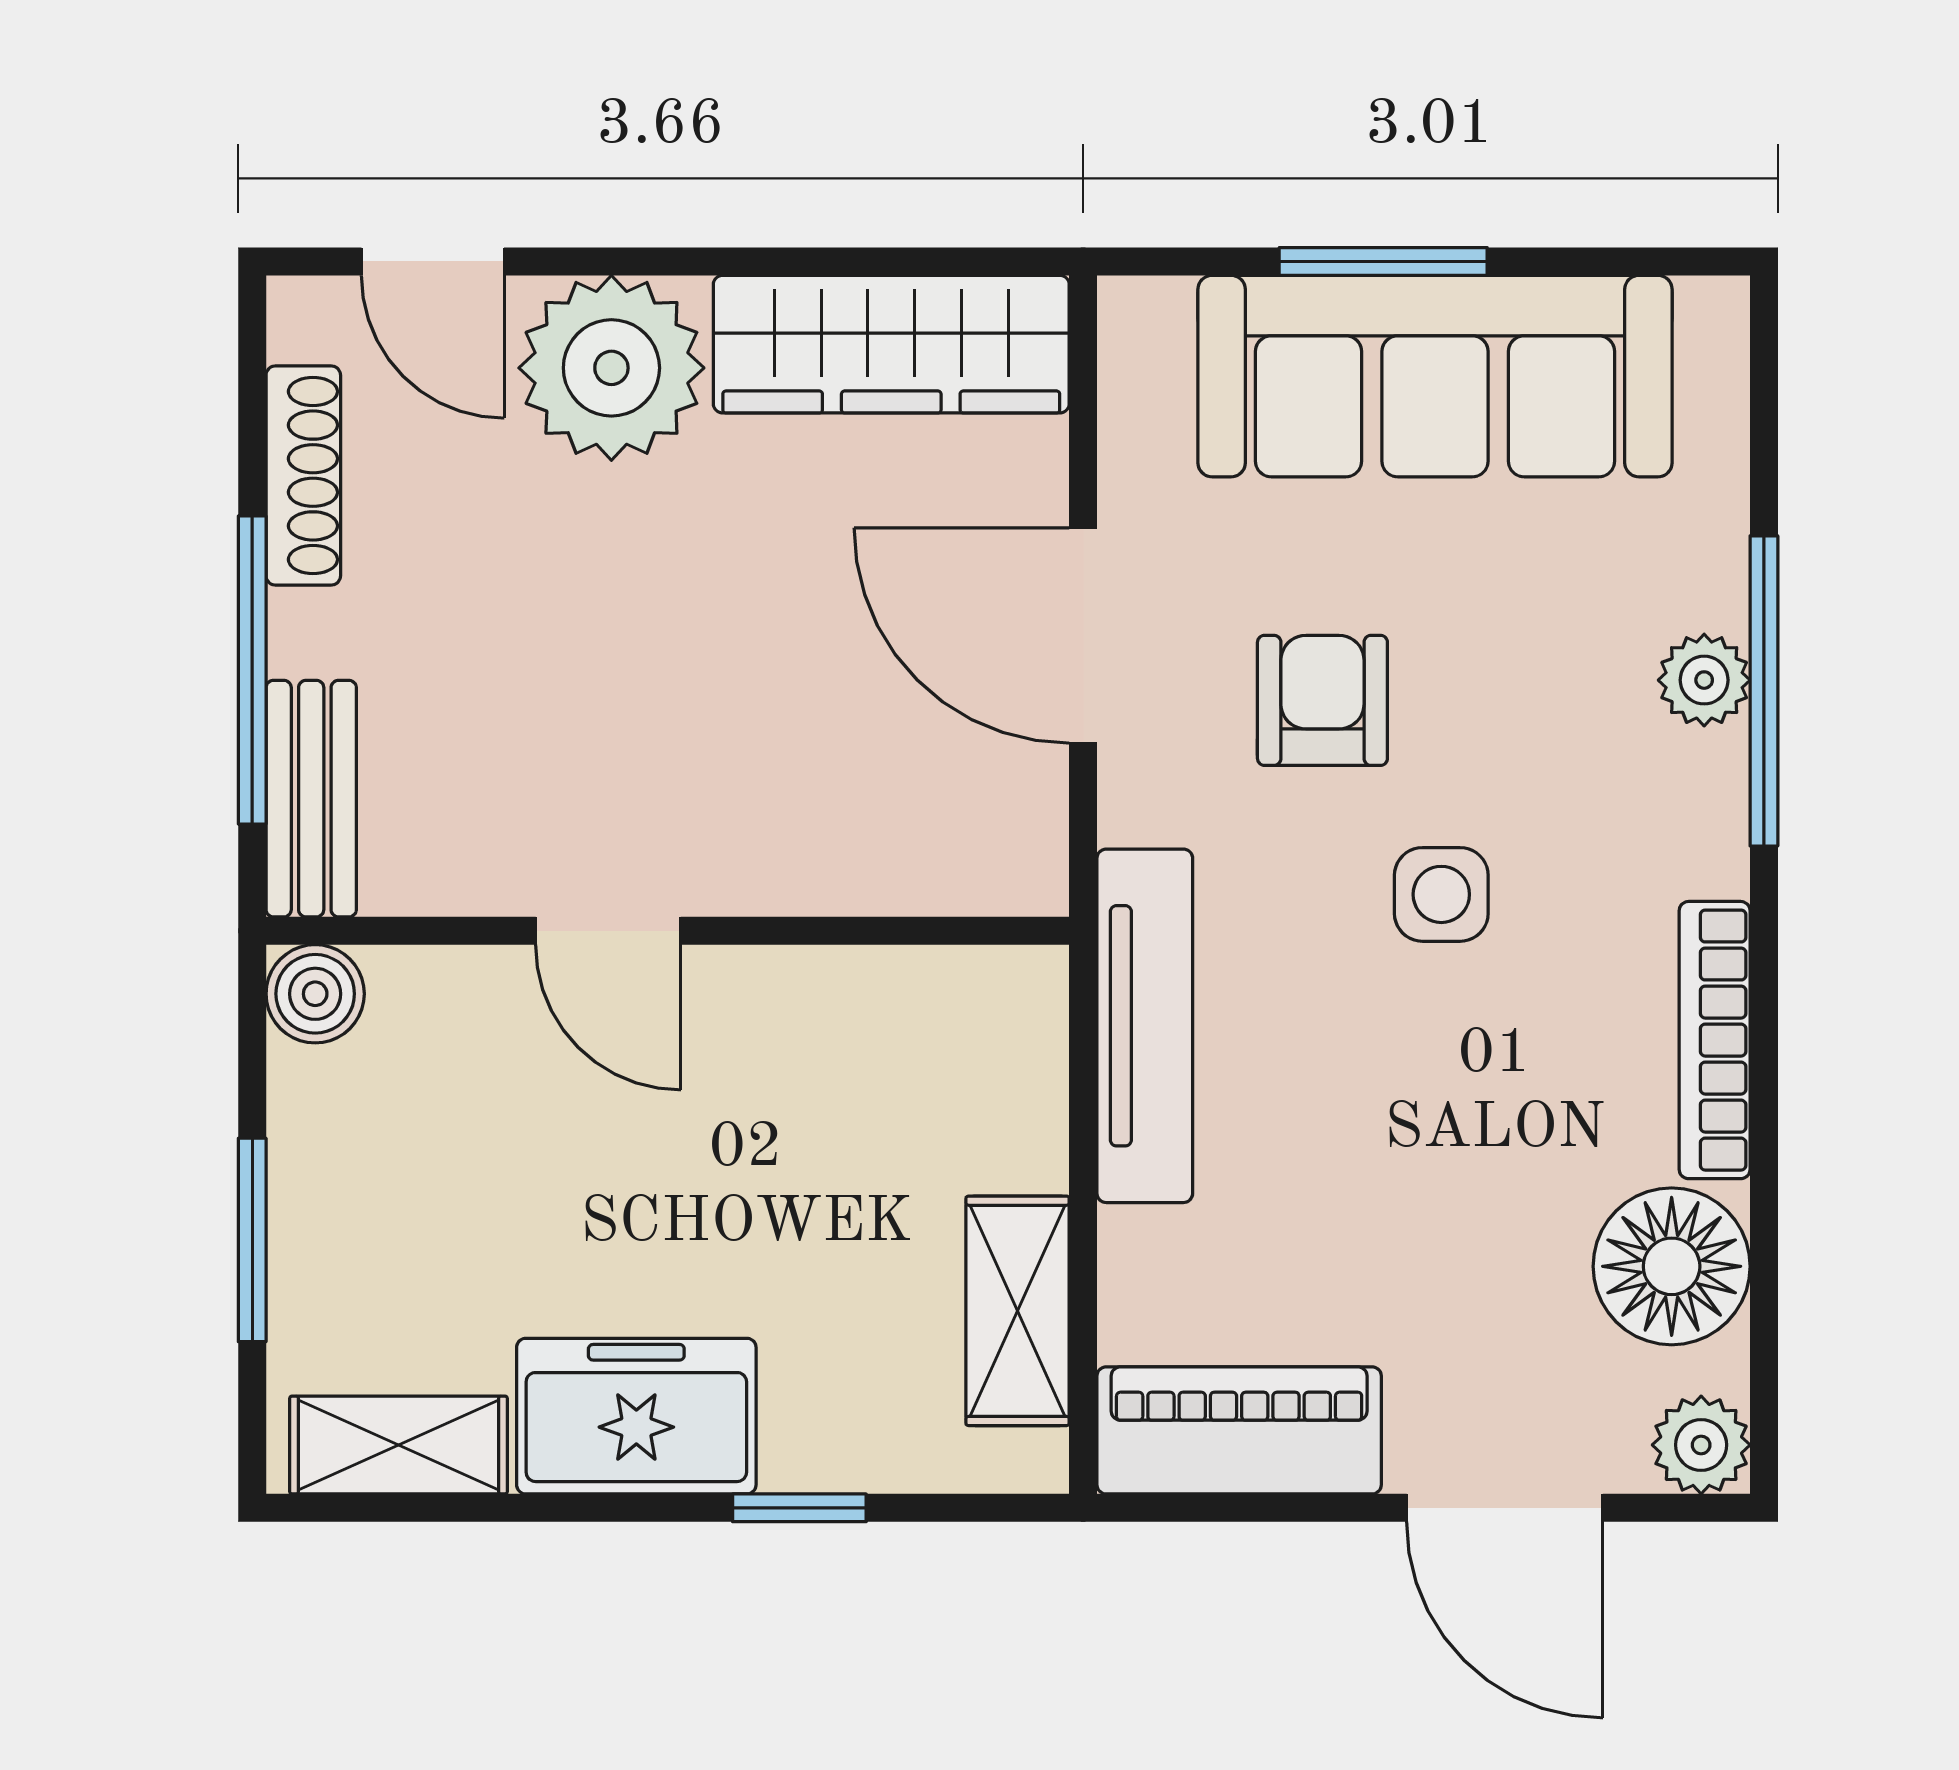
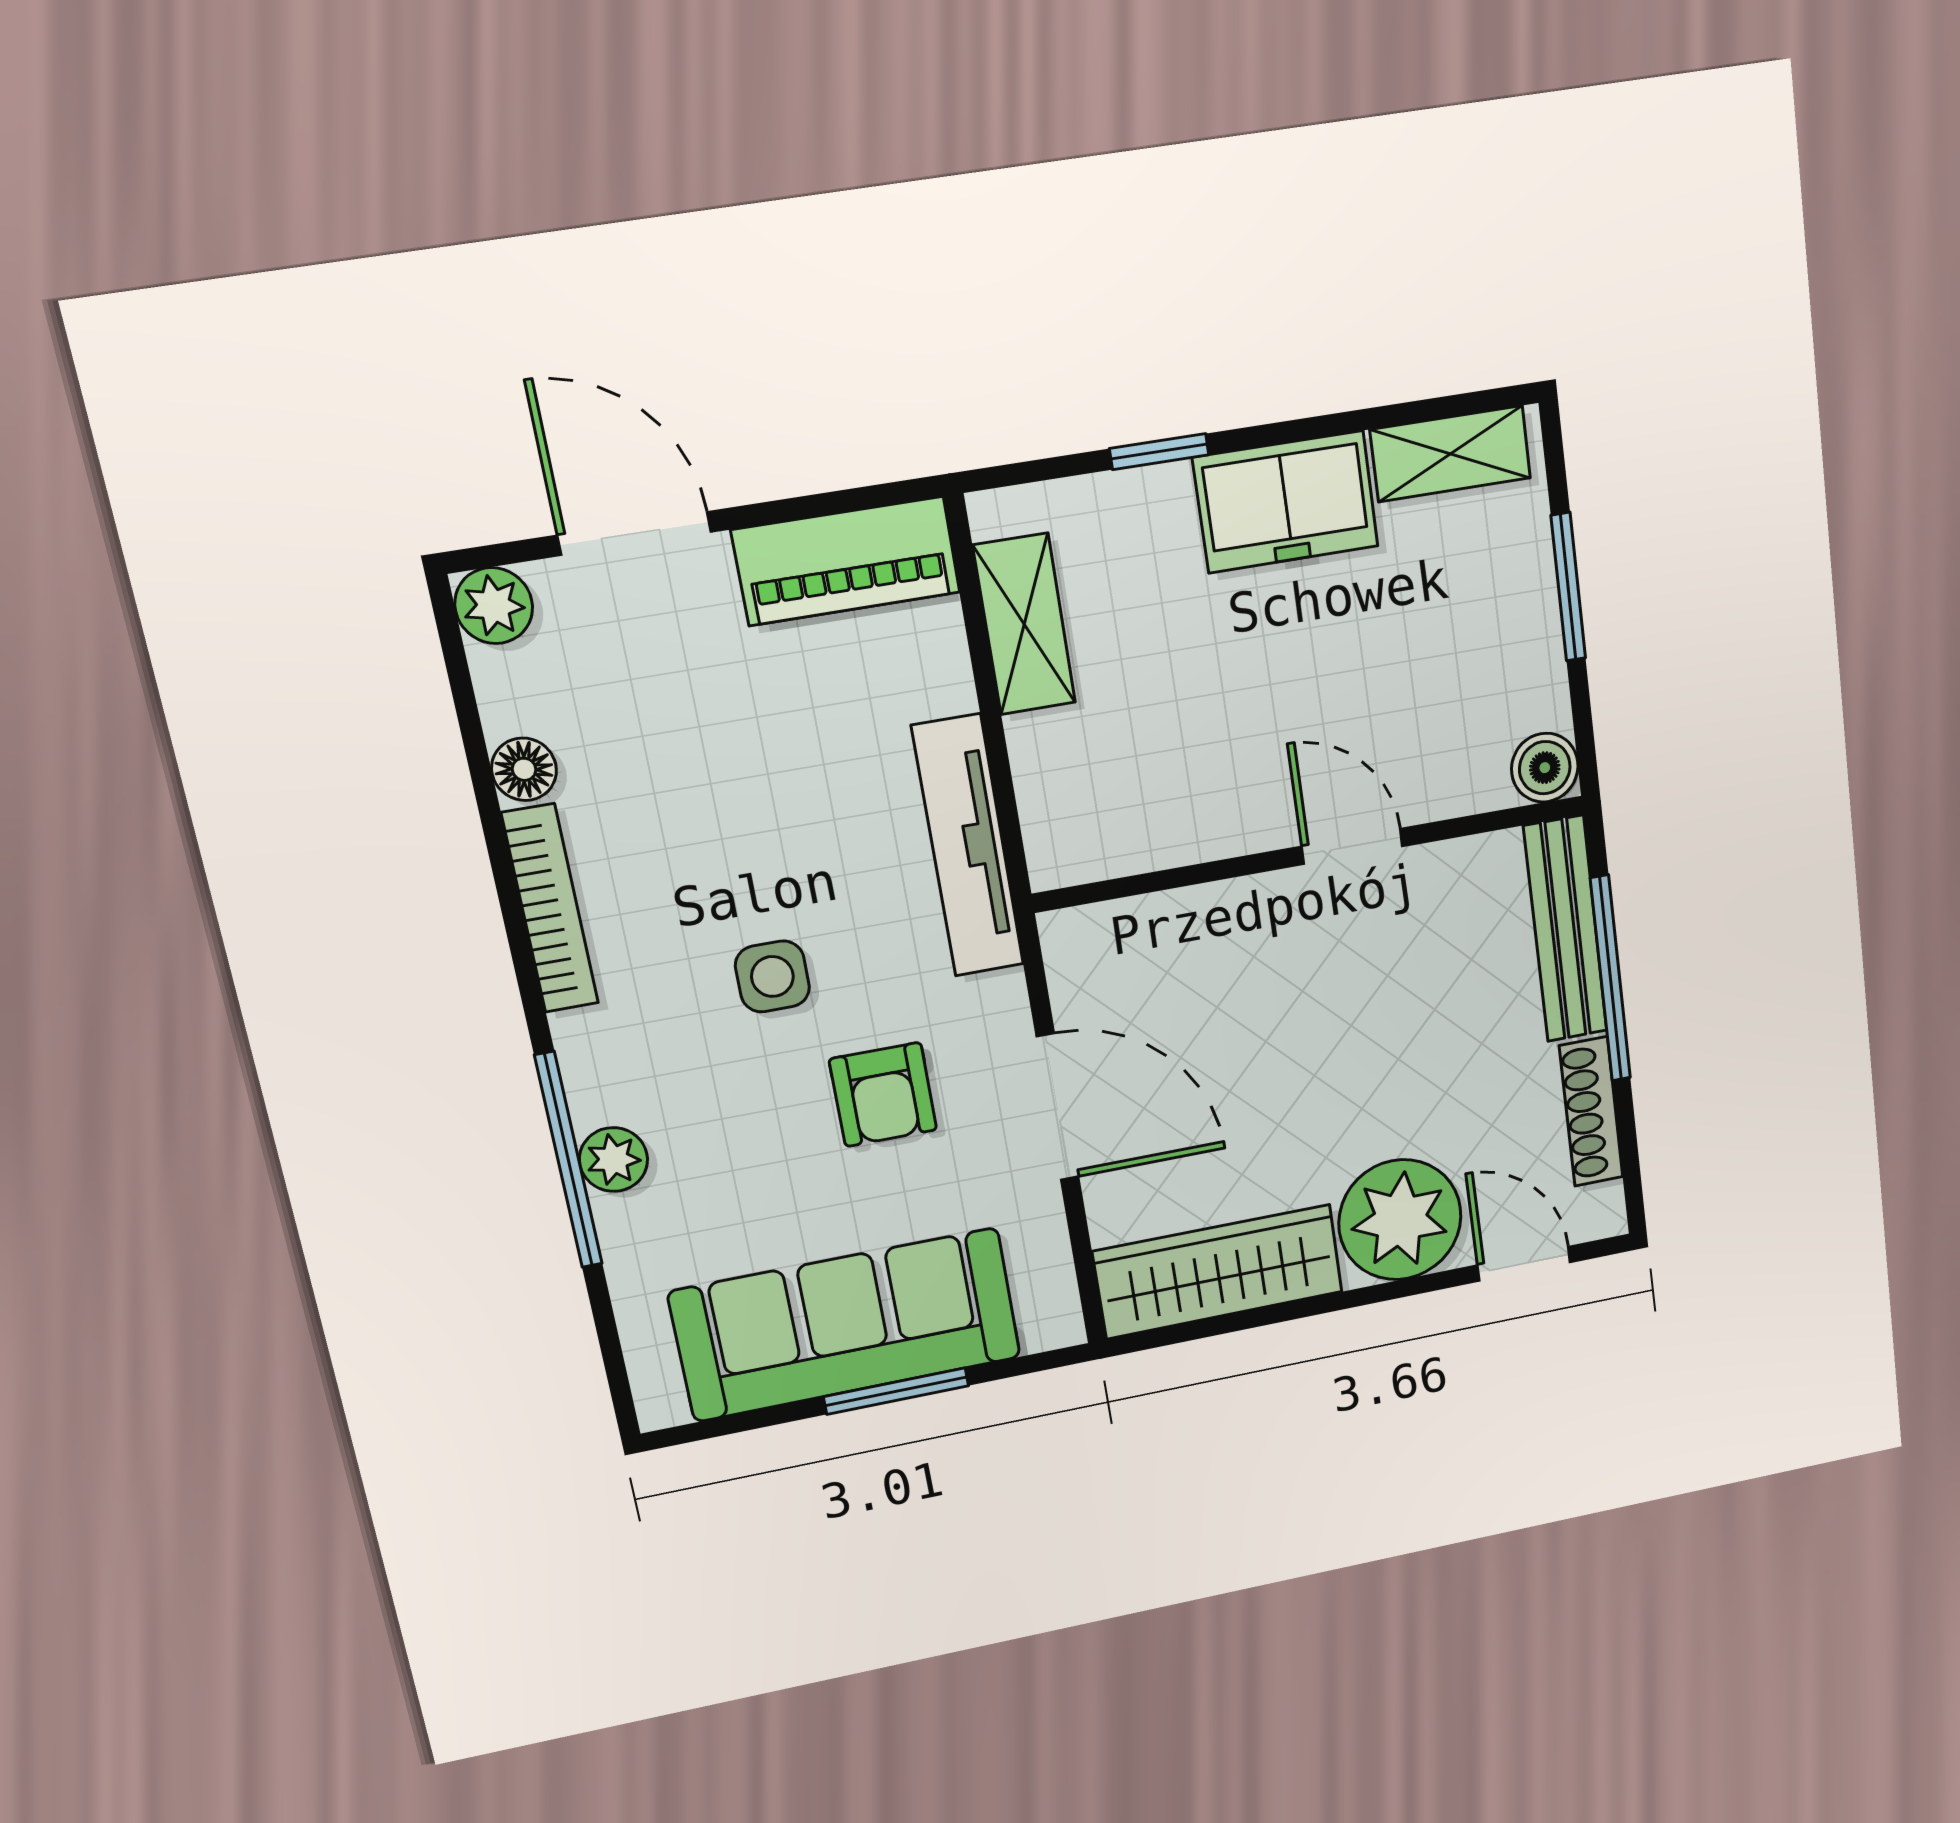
bench: (311, 799) -> (1566, 929), width x1.36
floor lamp: (1672, 1266) -> (524, 769), width x0.53, depth x0.53

